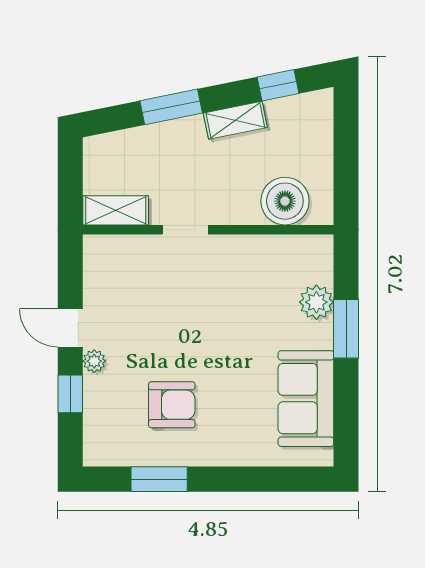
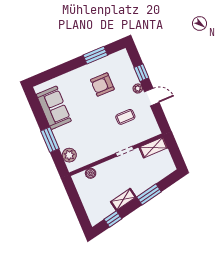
boiler: (285, 201) -> (91, 173), width x0.54, depth x0.54
plant: (316, 302) -> (69, 155), moved
coffee table: (150, 308) -> (125, 117), added

